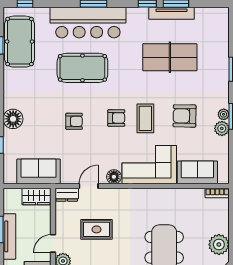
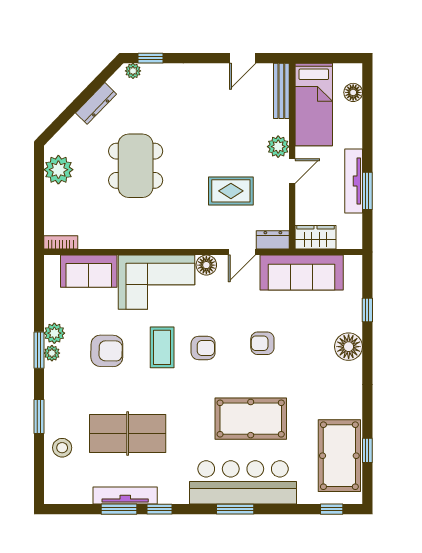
stool: (216, 47) -> (62, 448), added
armchair: (116, 118) -> (203, 348), turned 180
sofa: (39, 171) -> (302, 273), width x1.36

